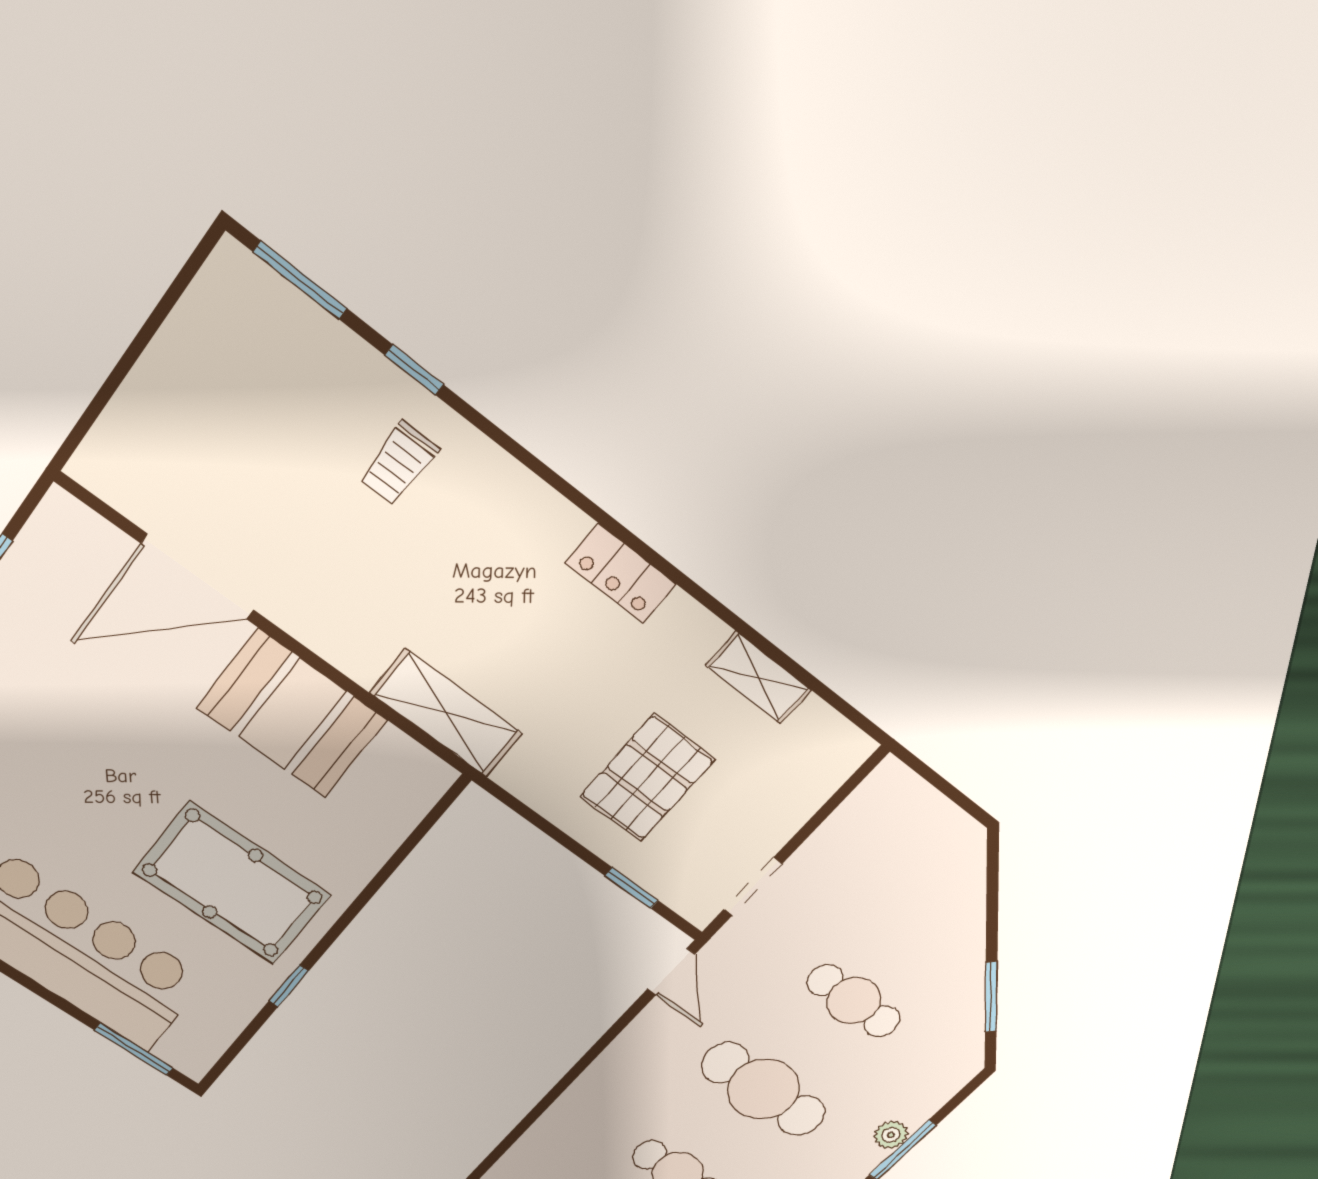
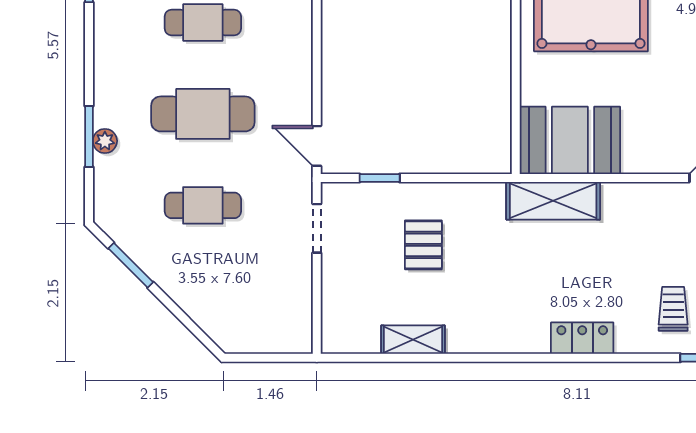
locker: (621, 574) -> (582, 338), moved
booth: (292, 714) -> (570, 140), moved
pallet: (647, 778) -> (423, 245), width x0.67, depth x0.71

